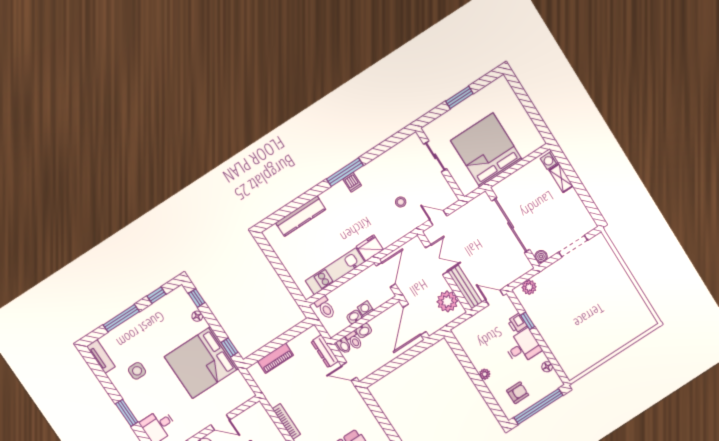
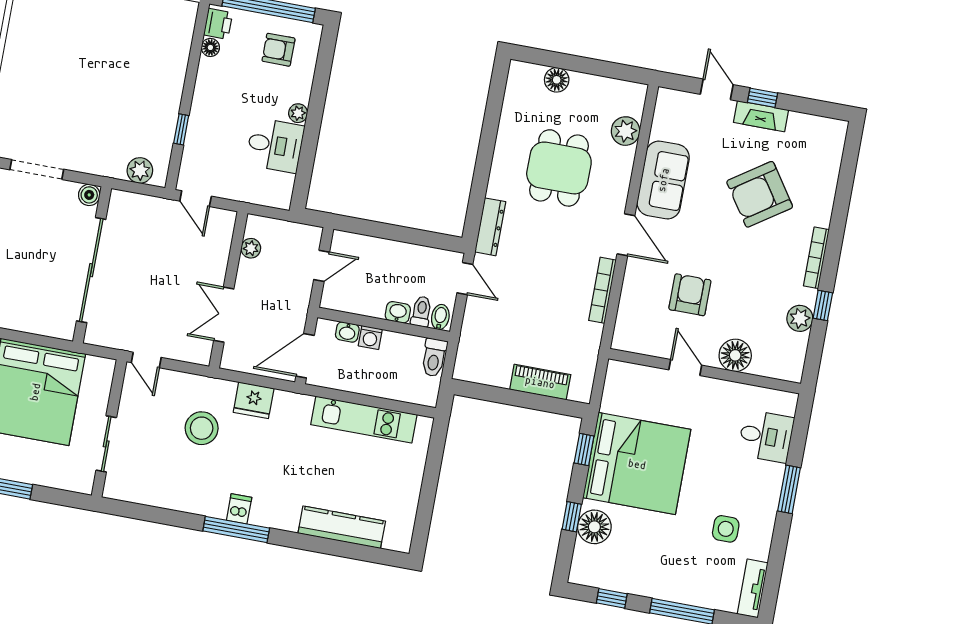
stool: (401, 202) -> (202, 428), width x1.89, depth x1.89
door: (438, 218) -> (146, 360), moved
fridge: (370, 248) -> (254, 400), moved
bench: (465, 287) -> (220, 247), removed
window: (197, 298) -> (572, 517), moved
plant: (447, 301) -> (251, 248), width x0.53, depth x0.53
toilet: (325, 308) -> (434, 357), moved, turned 180
floor lamp: (197, 316) -> (594, 527), width x1.89, depth x1.89
washbasin: (354, 317) -> (347, 332), moved
door: (415, 320) -> (322, 266), width x0.53
printer: (517, 323) -> (218, 24), moved
desk: (523, 347) -> (275, 145), moved, turned 180
dresser: (325, 351) -> (490, 227), moved

